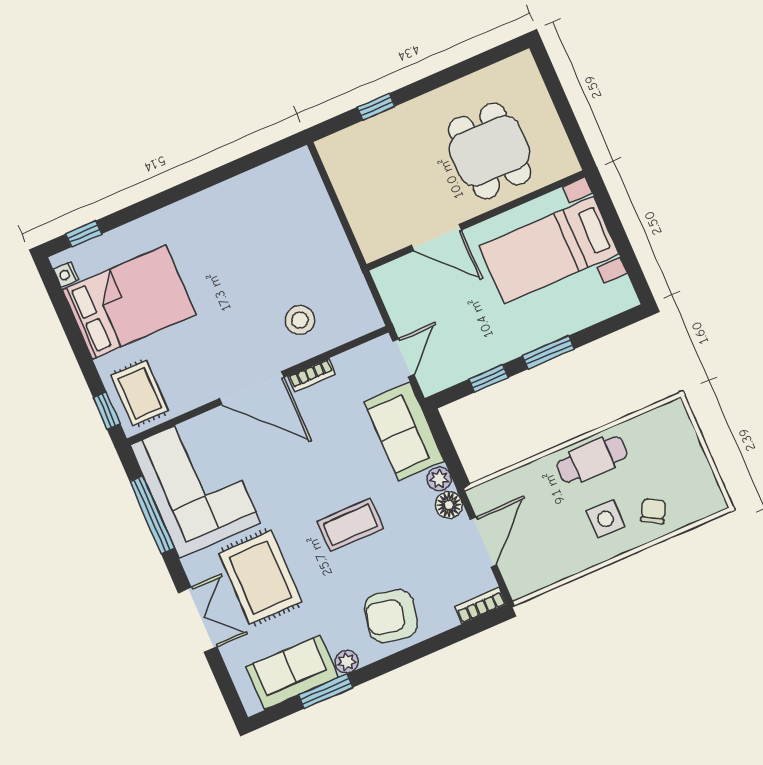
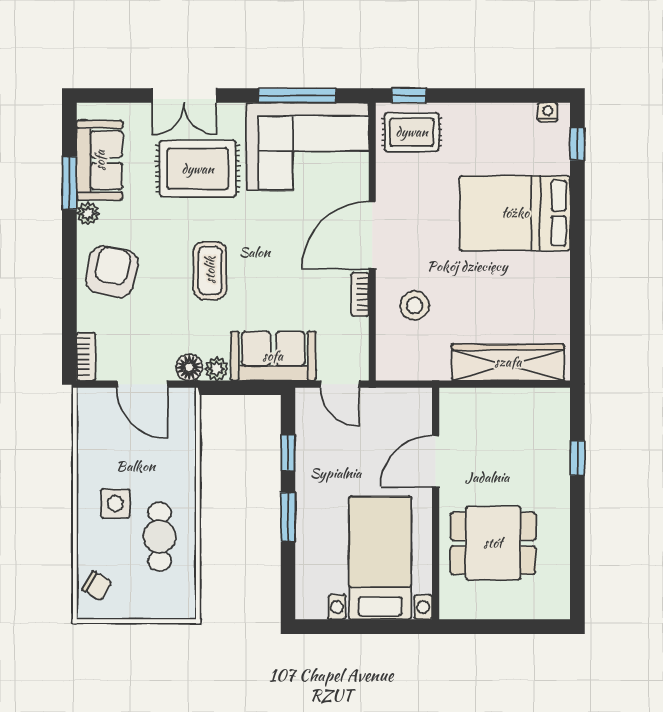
wardrobe: (315, 210) -> (508, 362), added
bed: (129, 302) -> (515, 213), moved, turned 90
cafe table: (592, 460) -> (160, 537), moved
chair: (653, 511) -> (97, 586), moved

